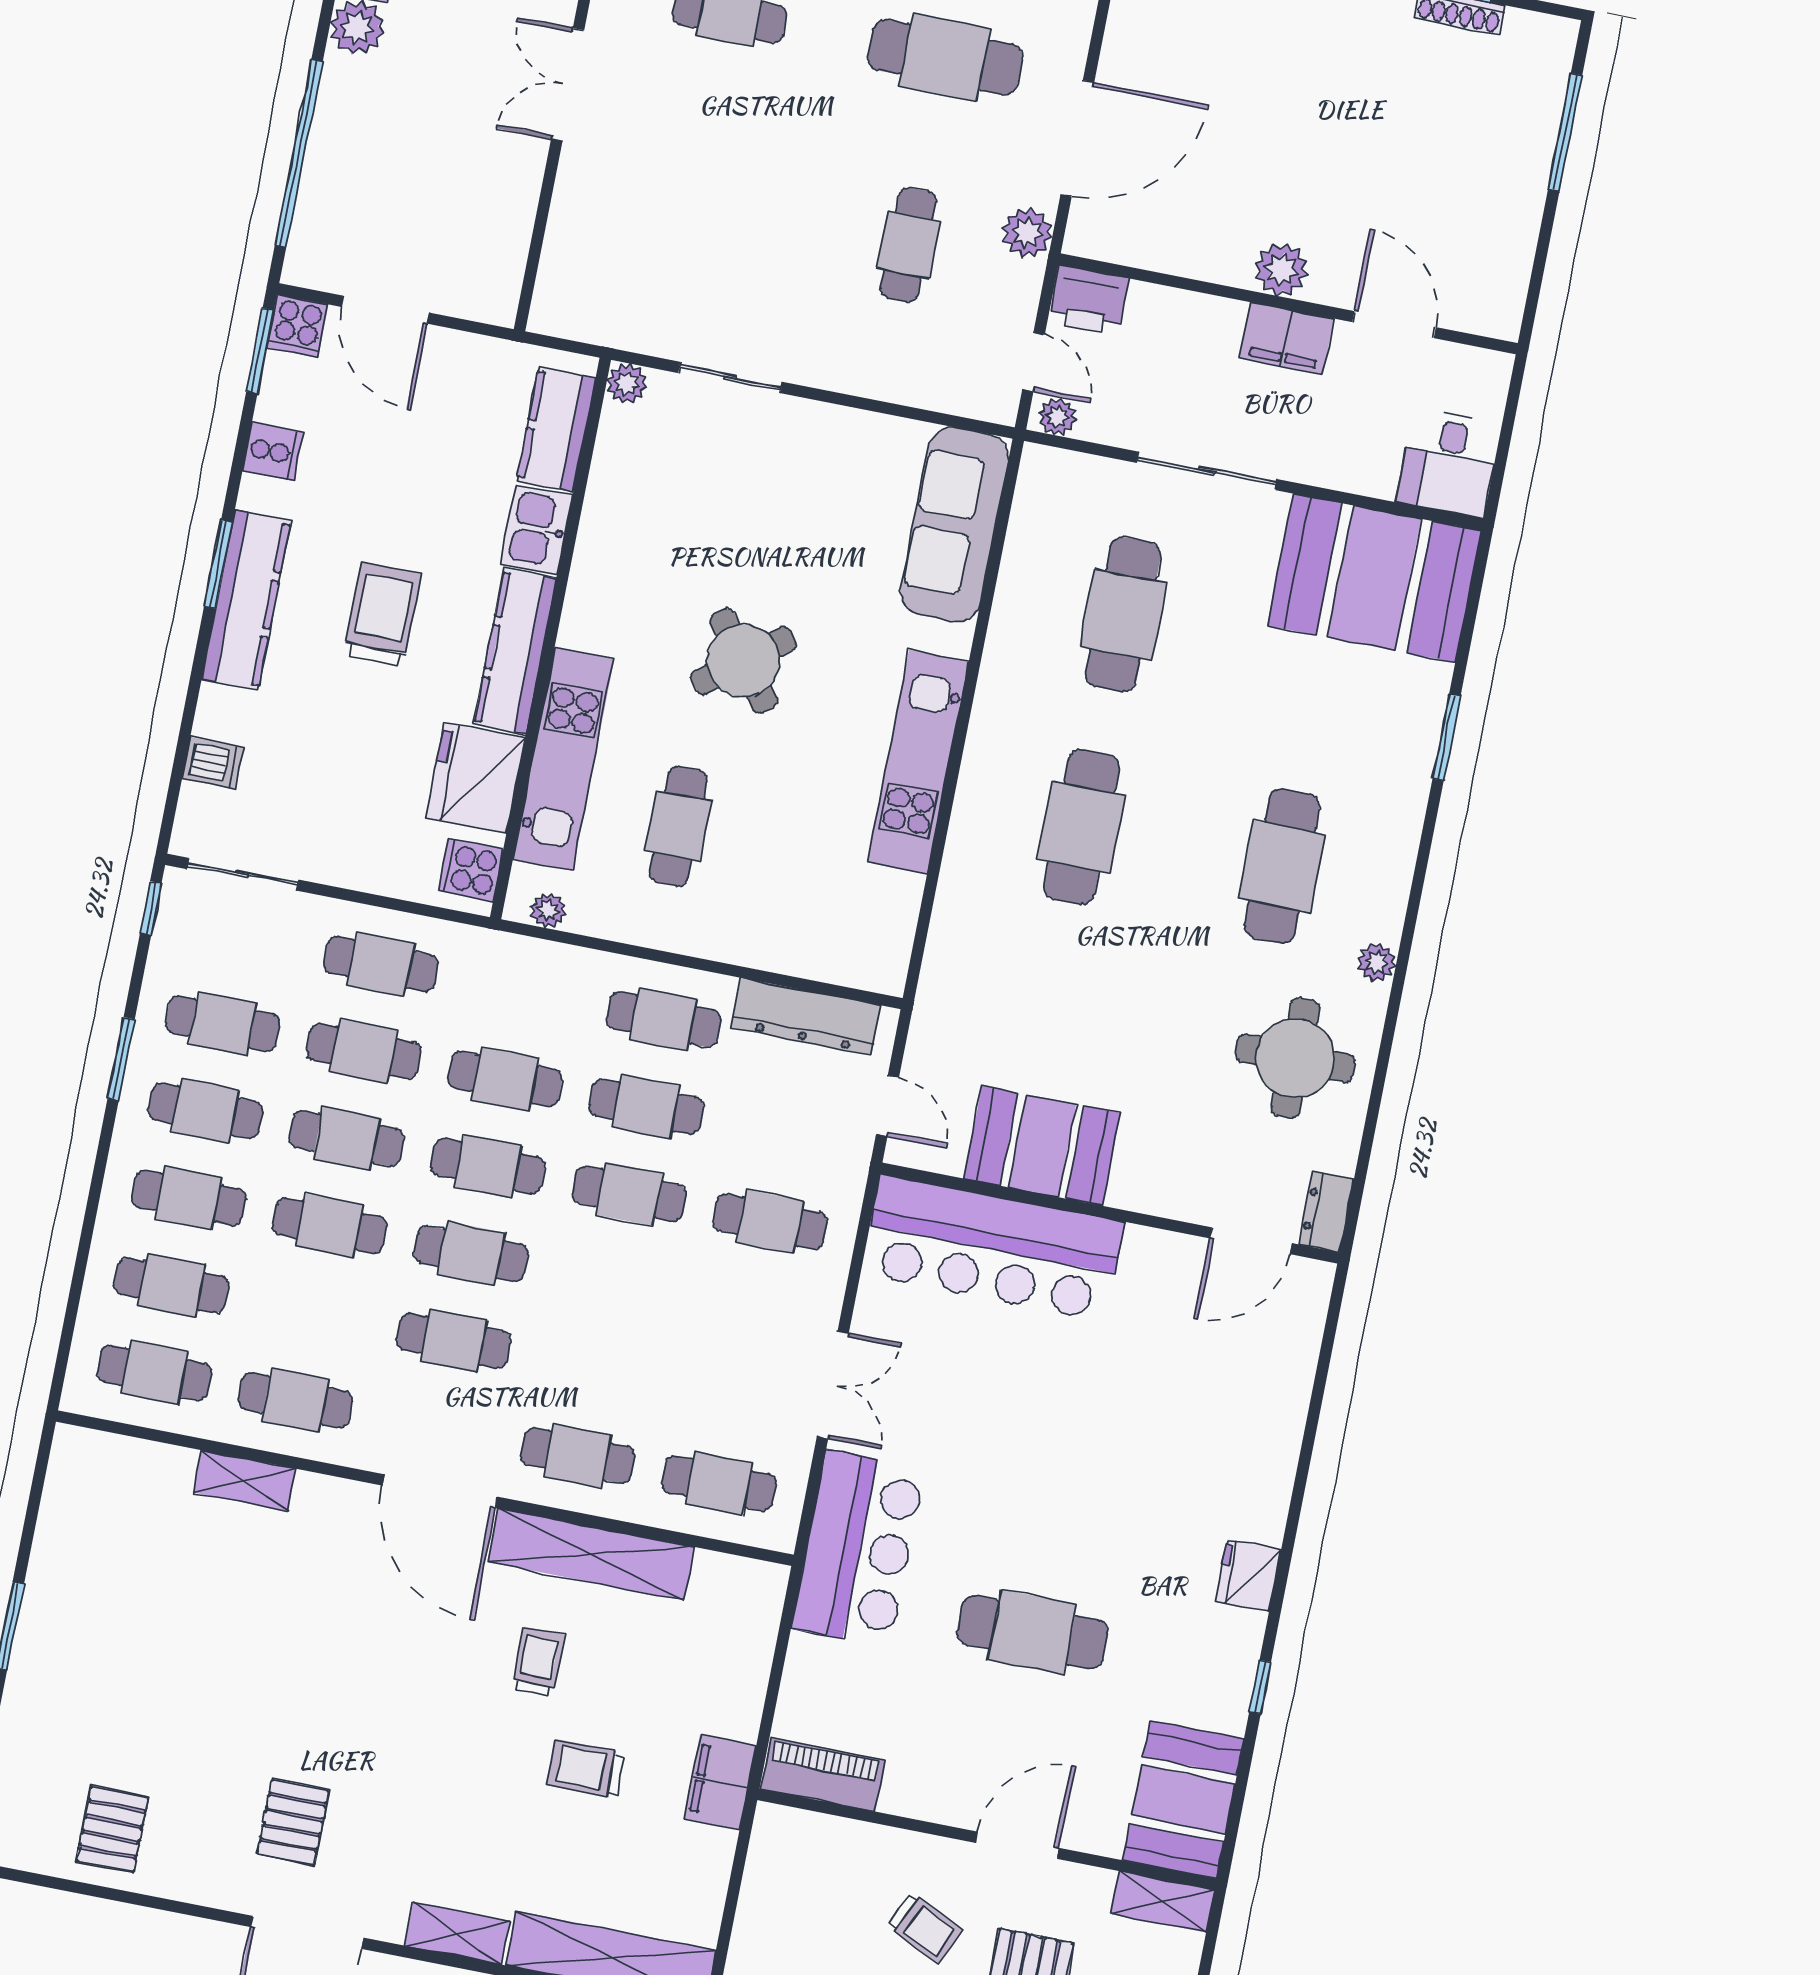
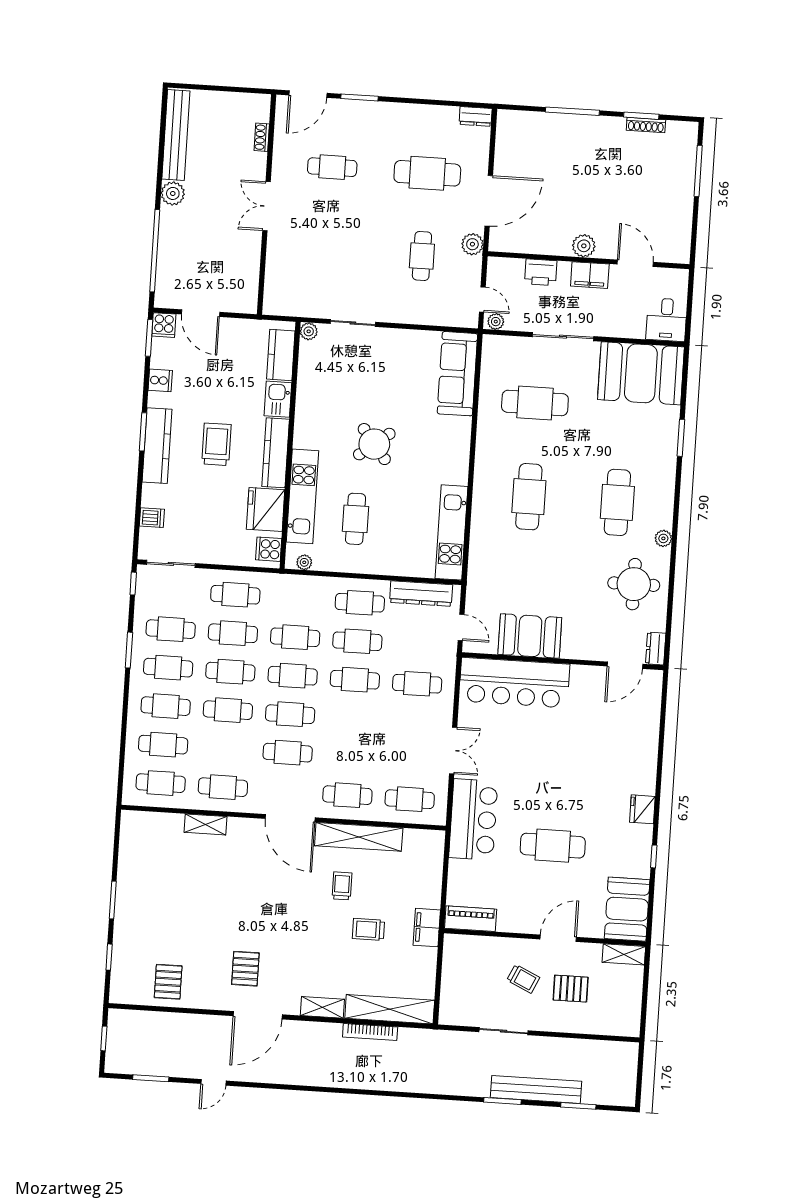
printer: (1088, 300) -> (541, 272), moved
cafe table: (1123, 614) -> (535, 403), turned 90
kitchen unit: (918, 762) -> (452, 532), moved

